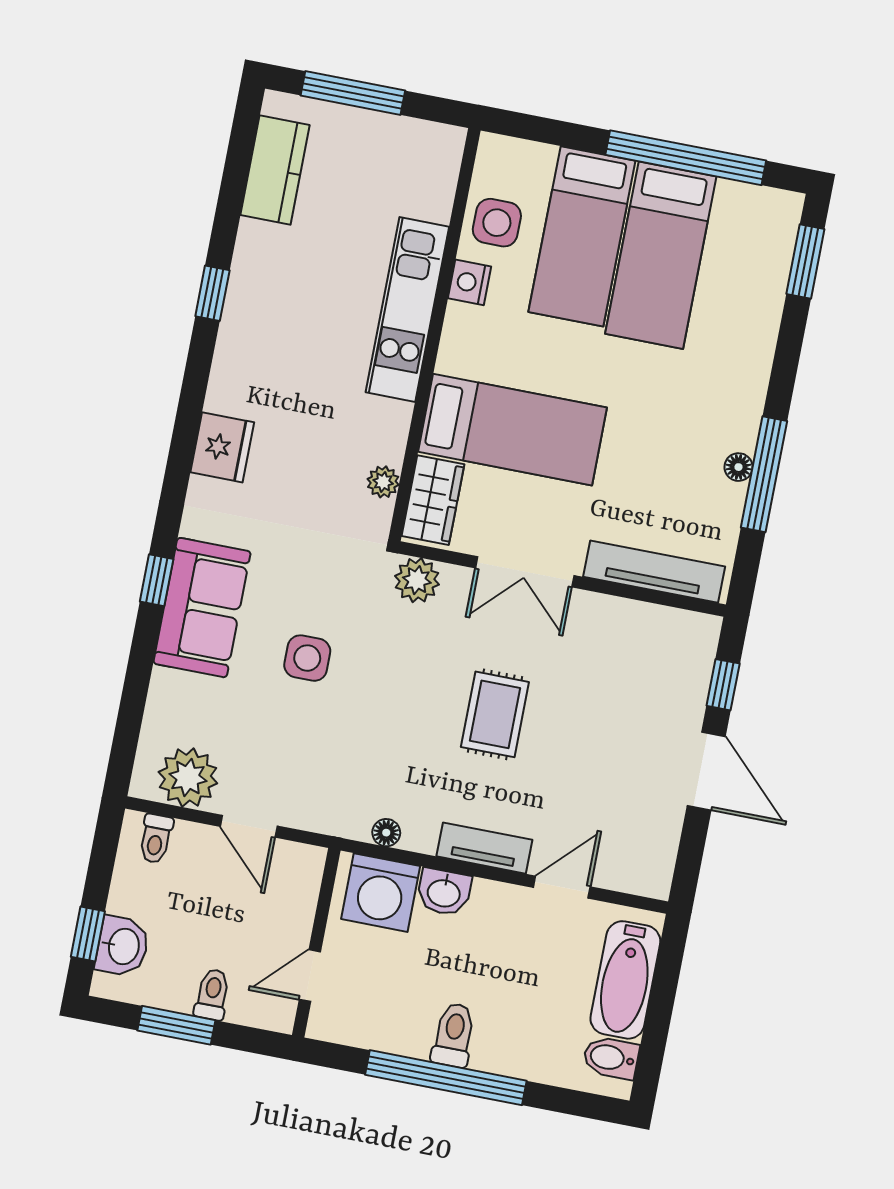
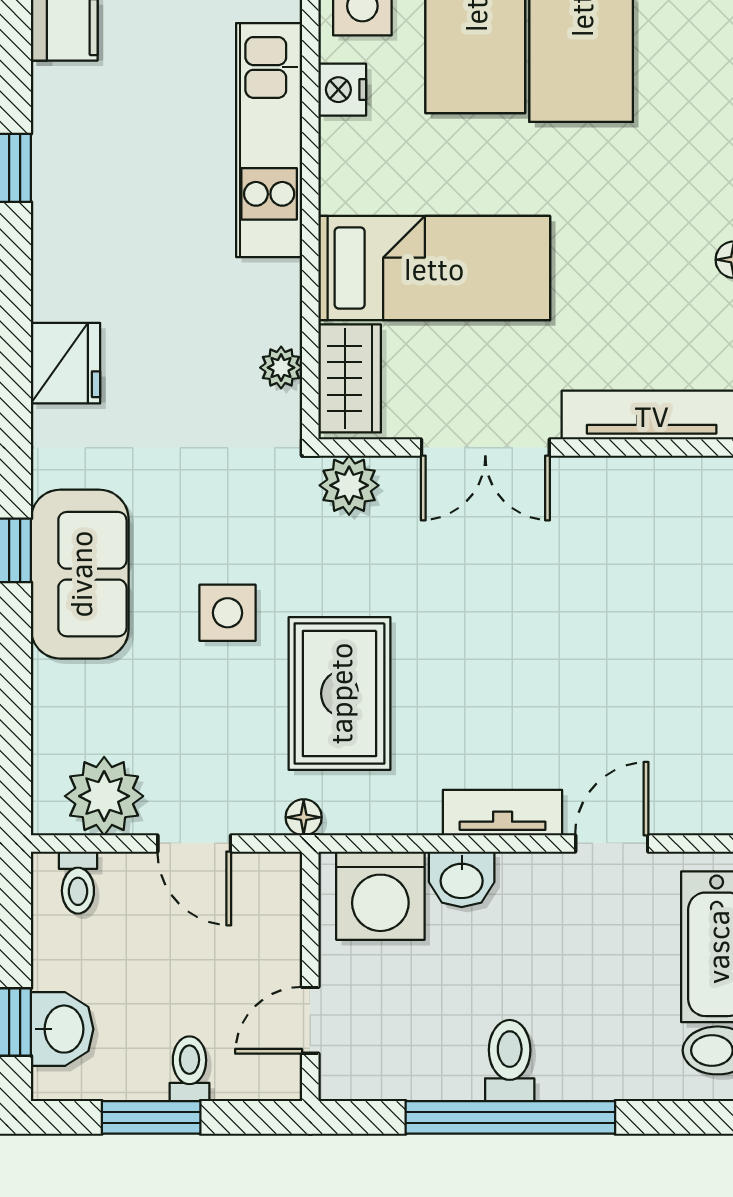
rug: (495, 714) -> (340, 693), moved, width x1.36, depth x1.43
floor lamp: (386, 833) -> (304, 817), moved

